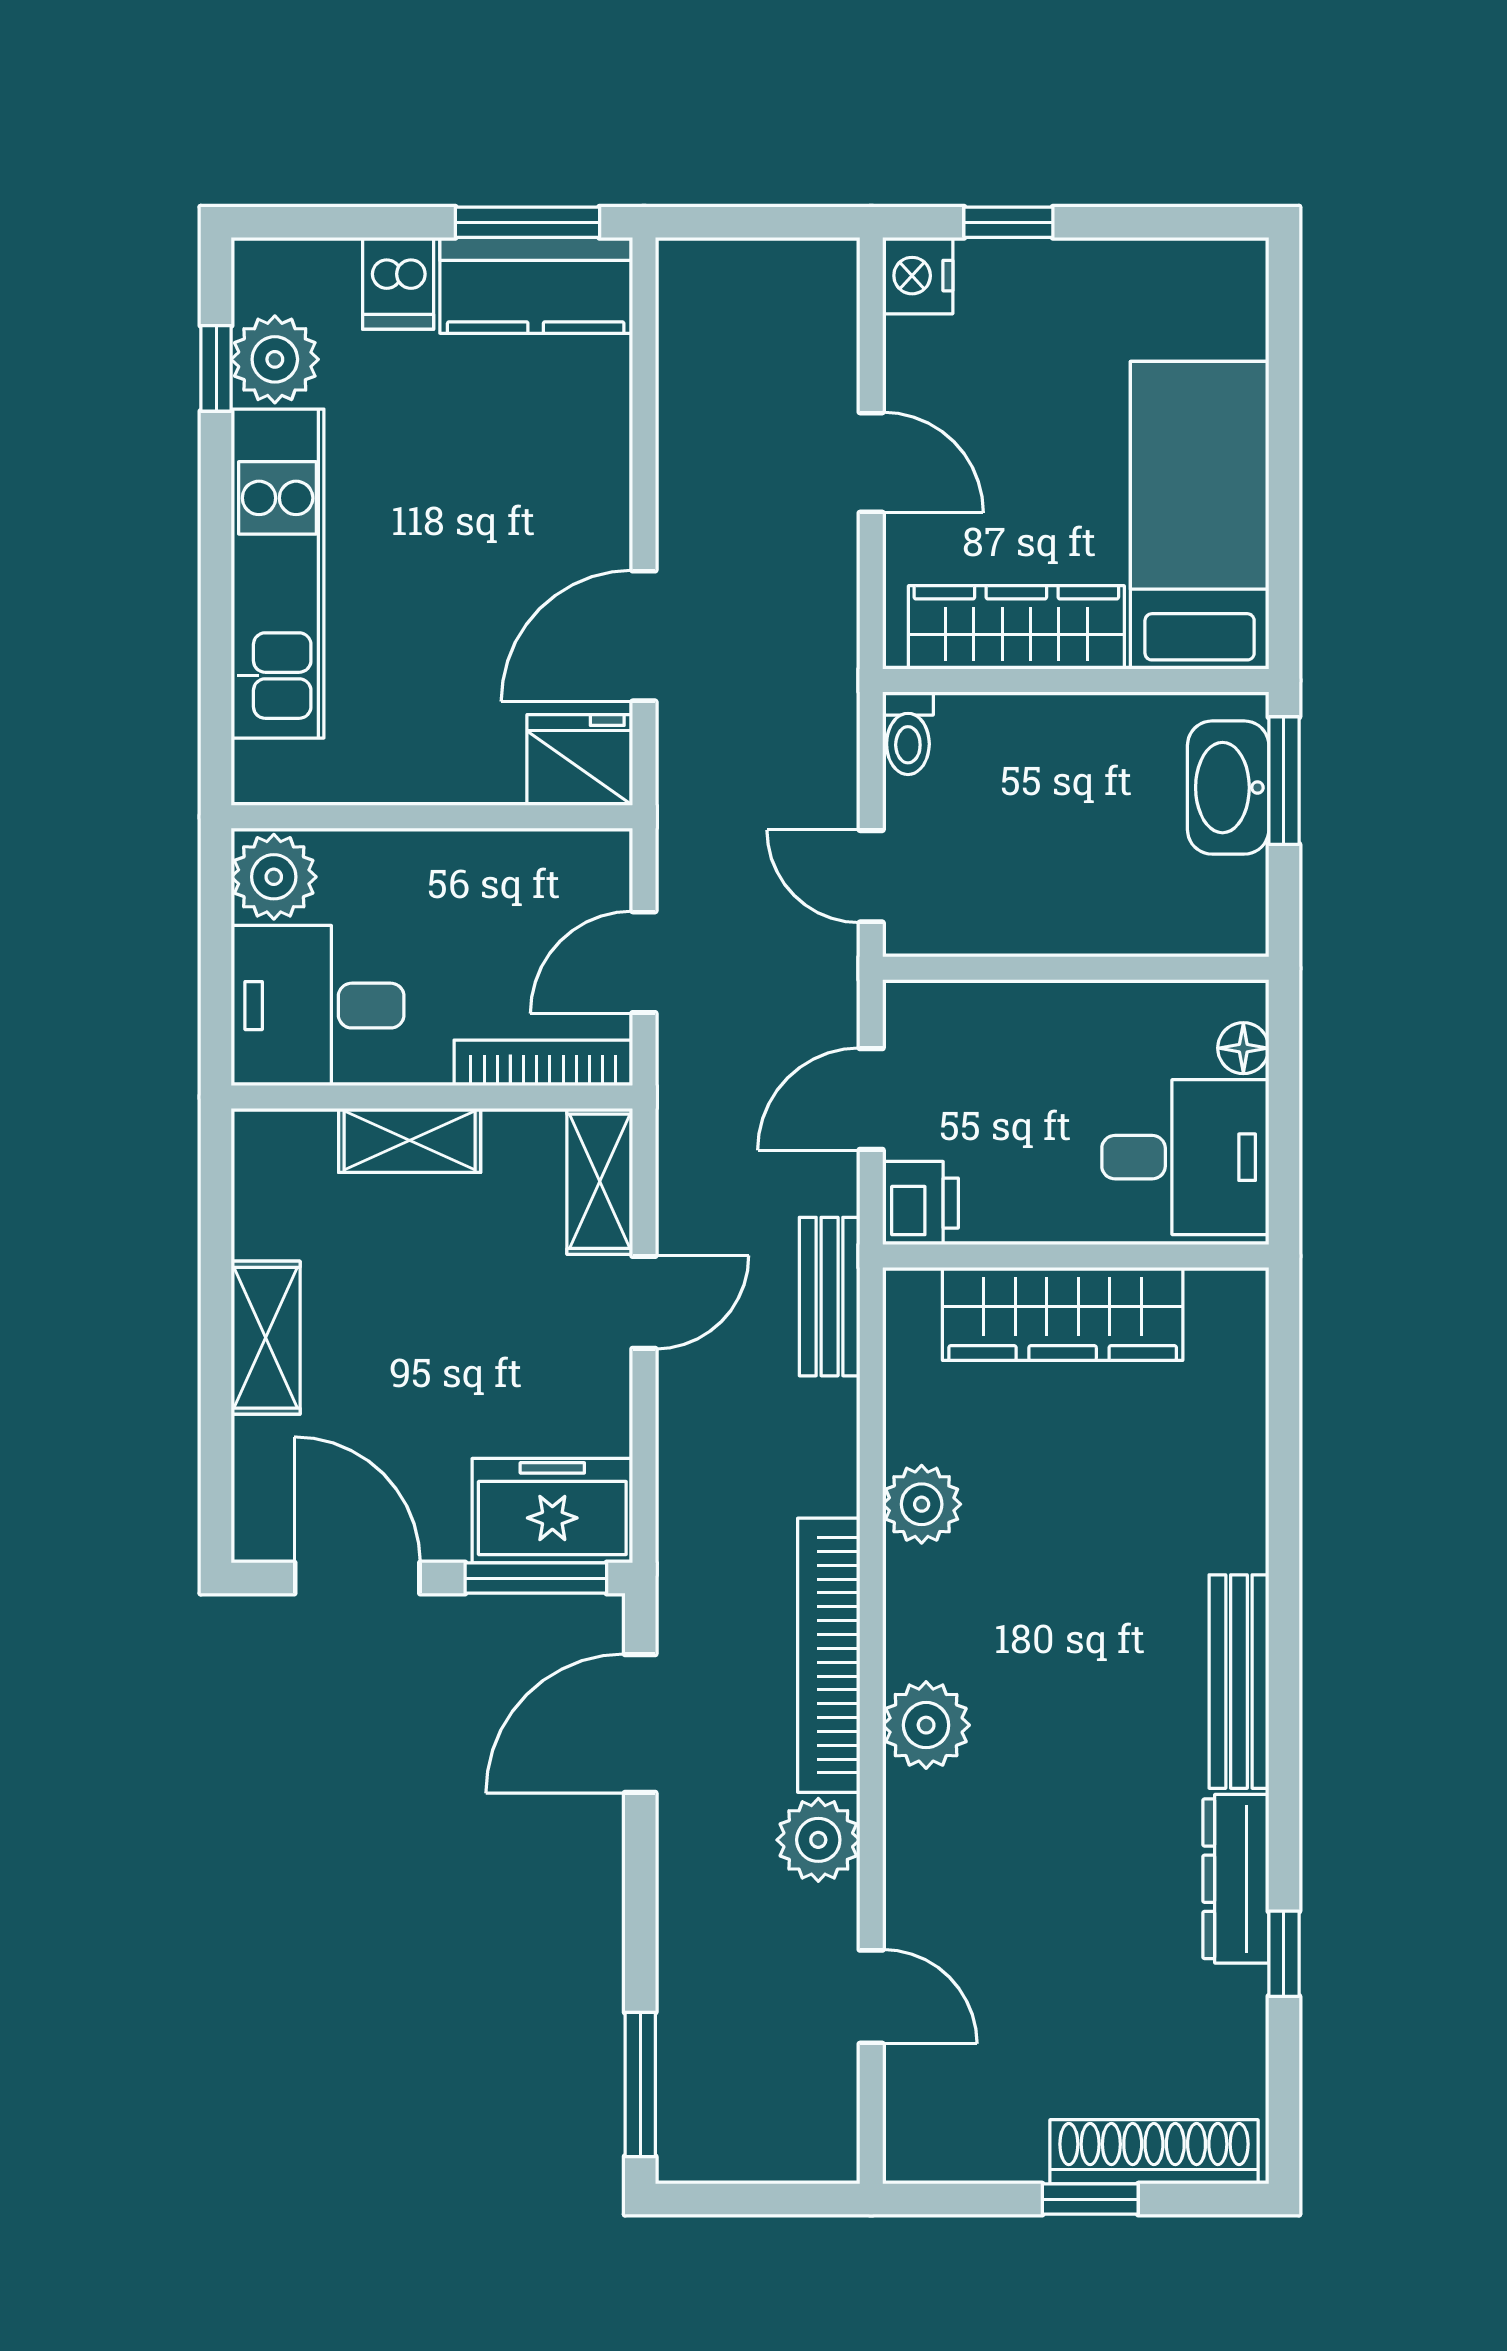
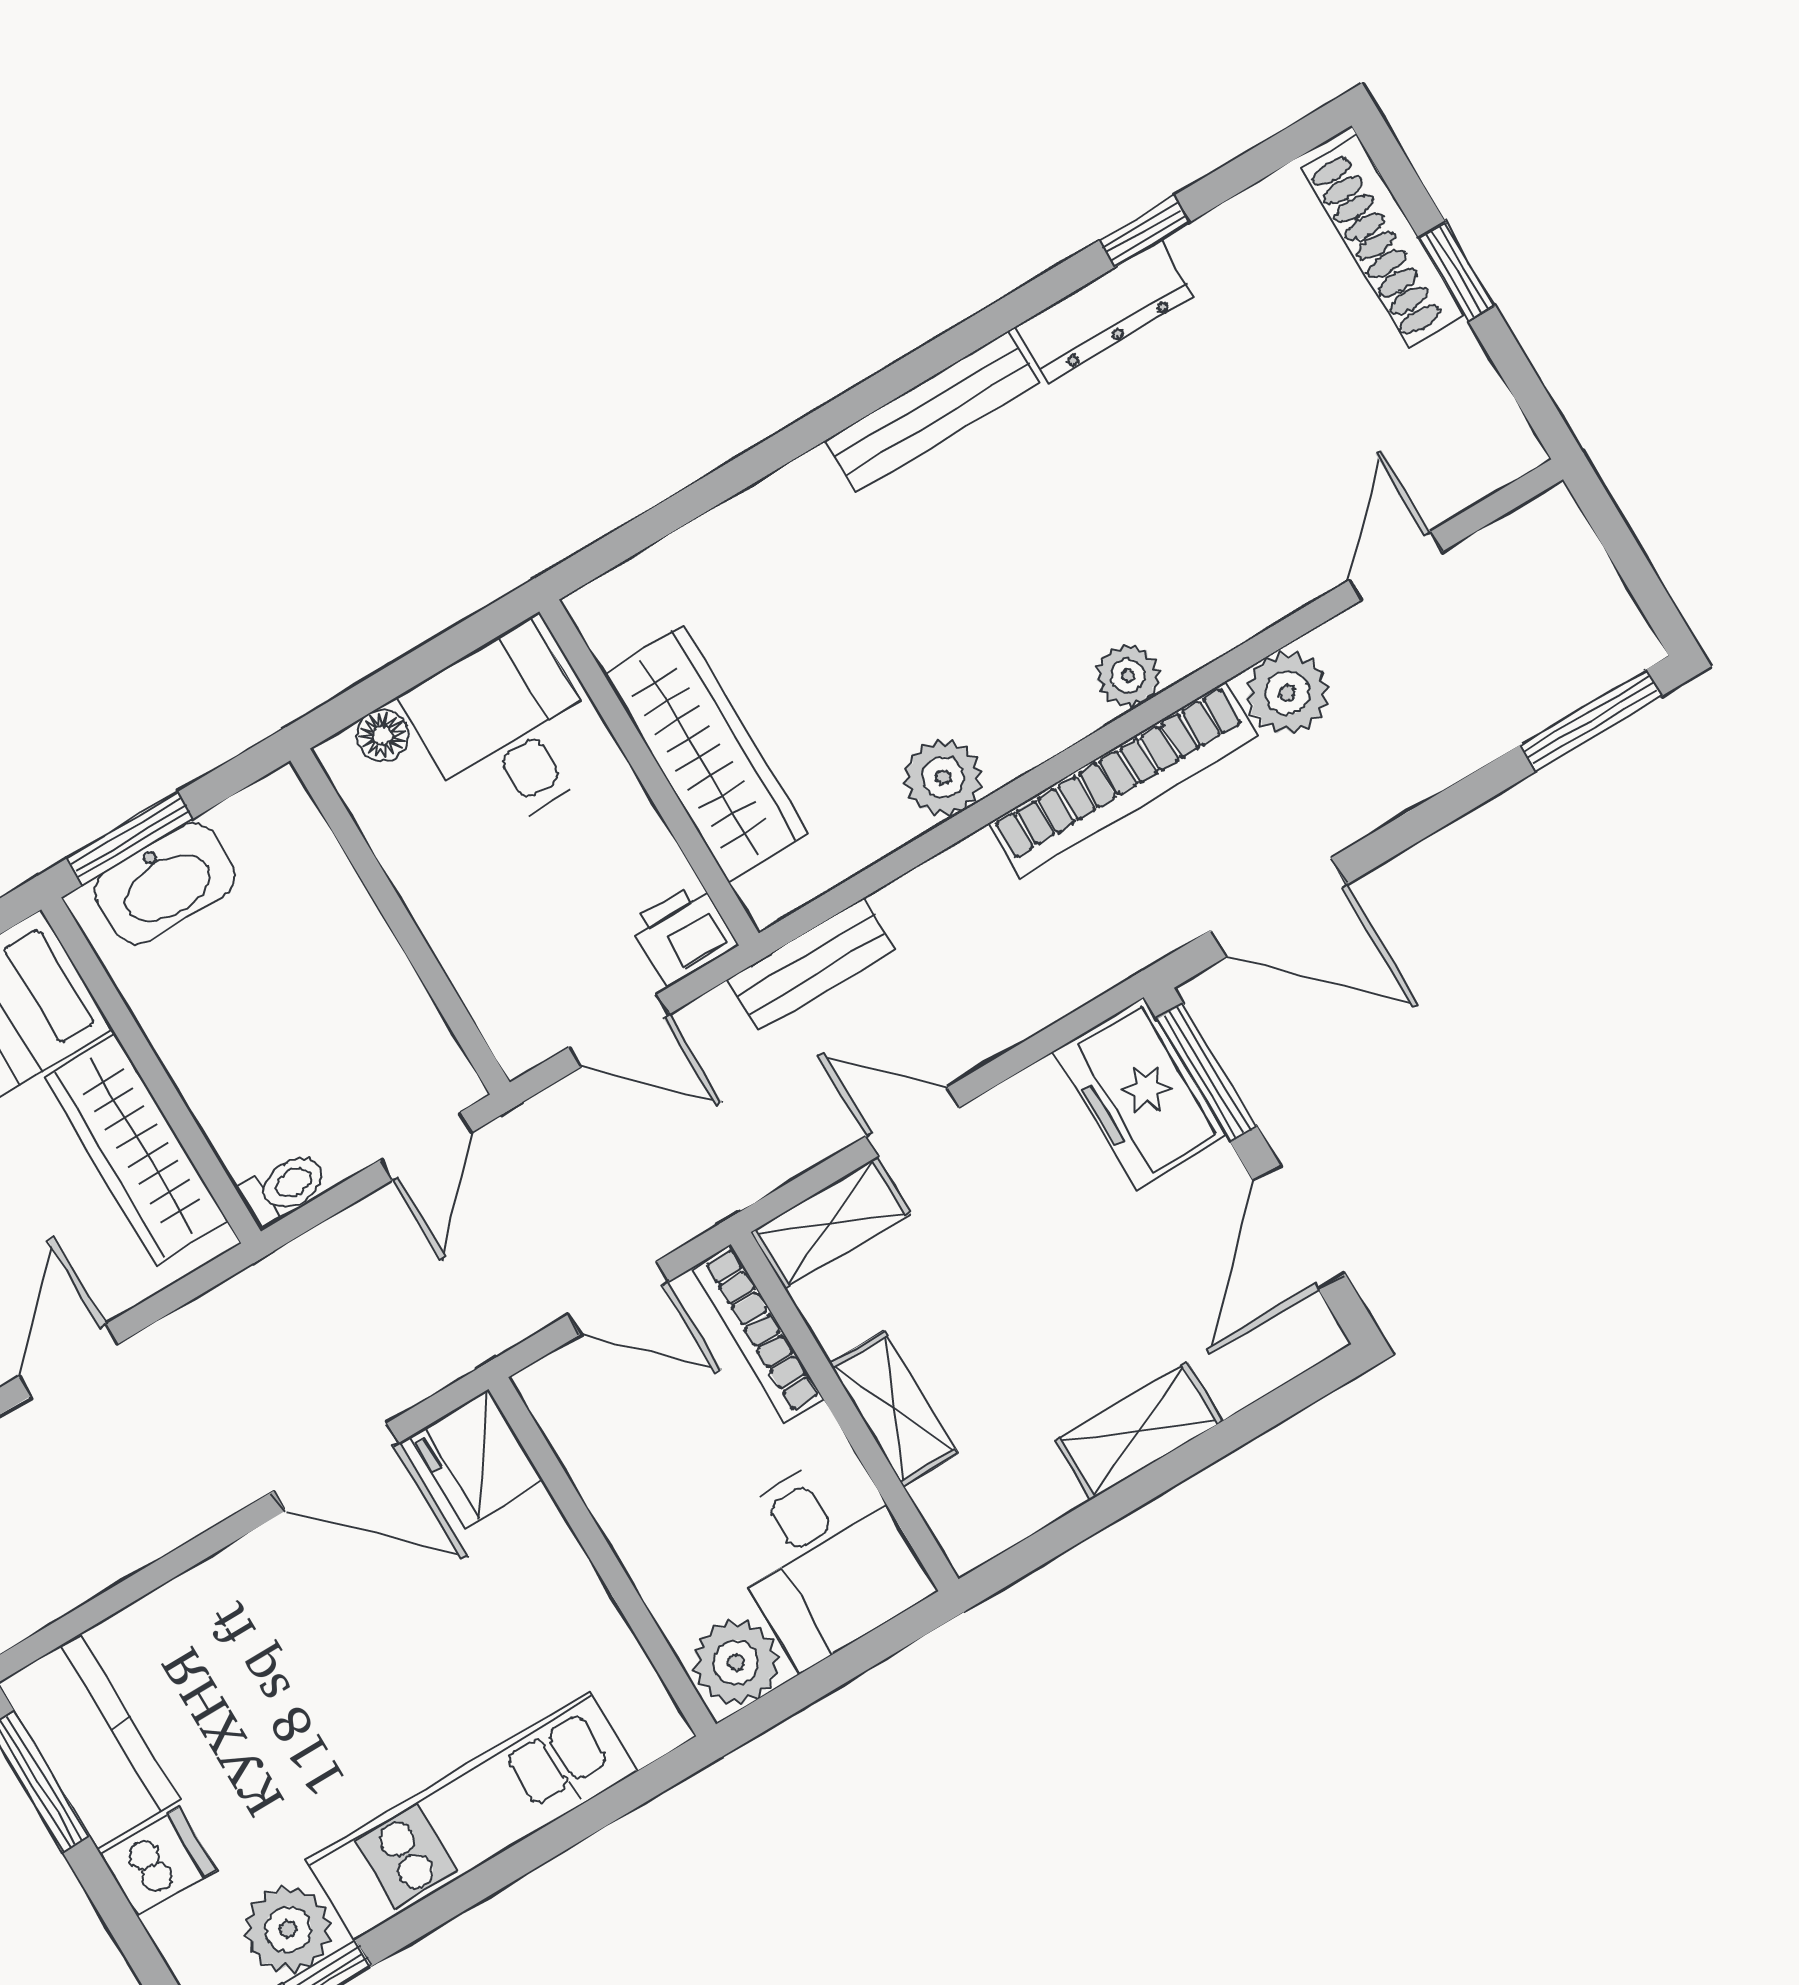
plant: (926, 1725) -> (1128, 676), width x0.73, depth x0.73

